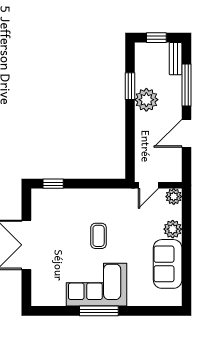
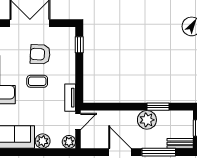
door: (148, 185) -> (78, 121), swing flipped
tv unit: (119, 195) -> (70, 98), added
armchair: (65, 232) -> (40, 54), added

